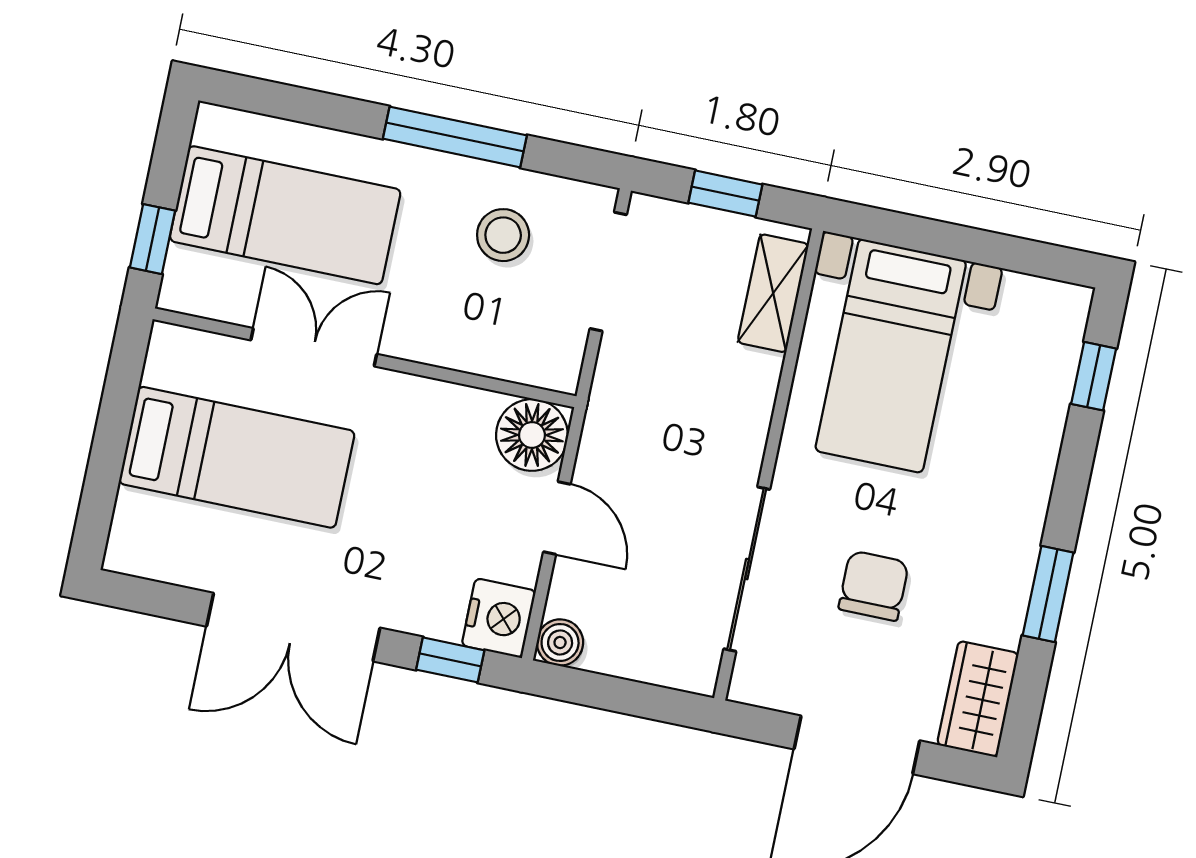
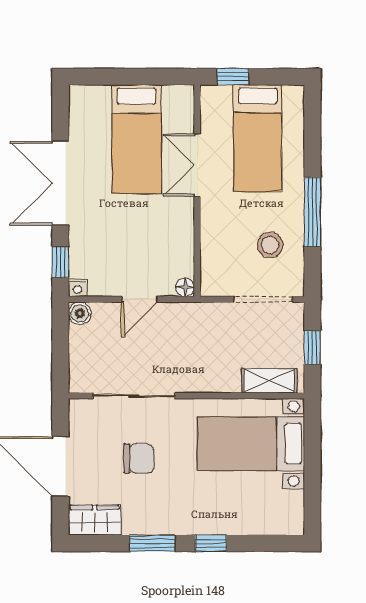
double door: (314, 347) -> (197, 165), swing flipped
window: (1094, 376) -> (211, 543), moved
floor lamp: (532, 435) -> (185, 287), width x0.53, depth x0.53
nightstand: (499, 618) -> (77, 288), width x0.53, depth x0.56

